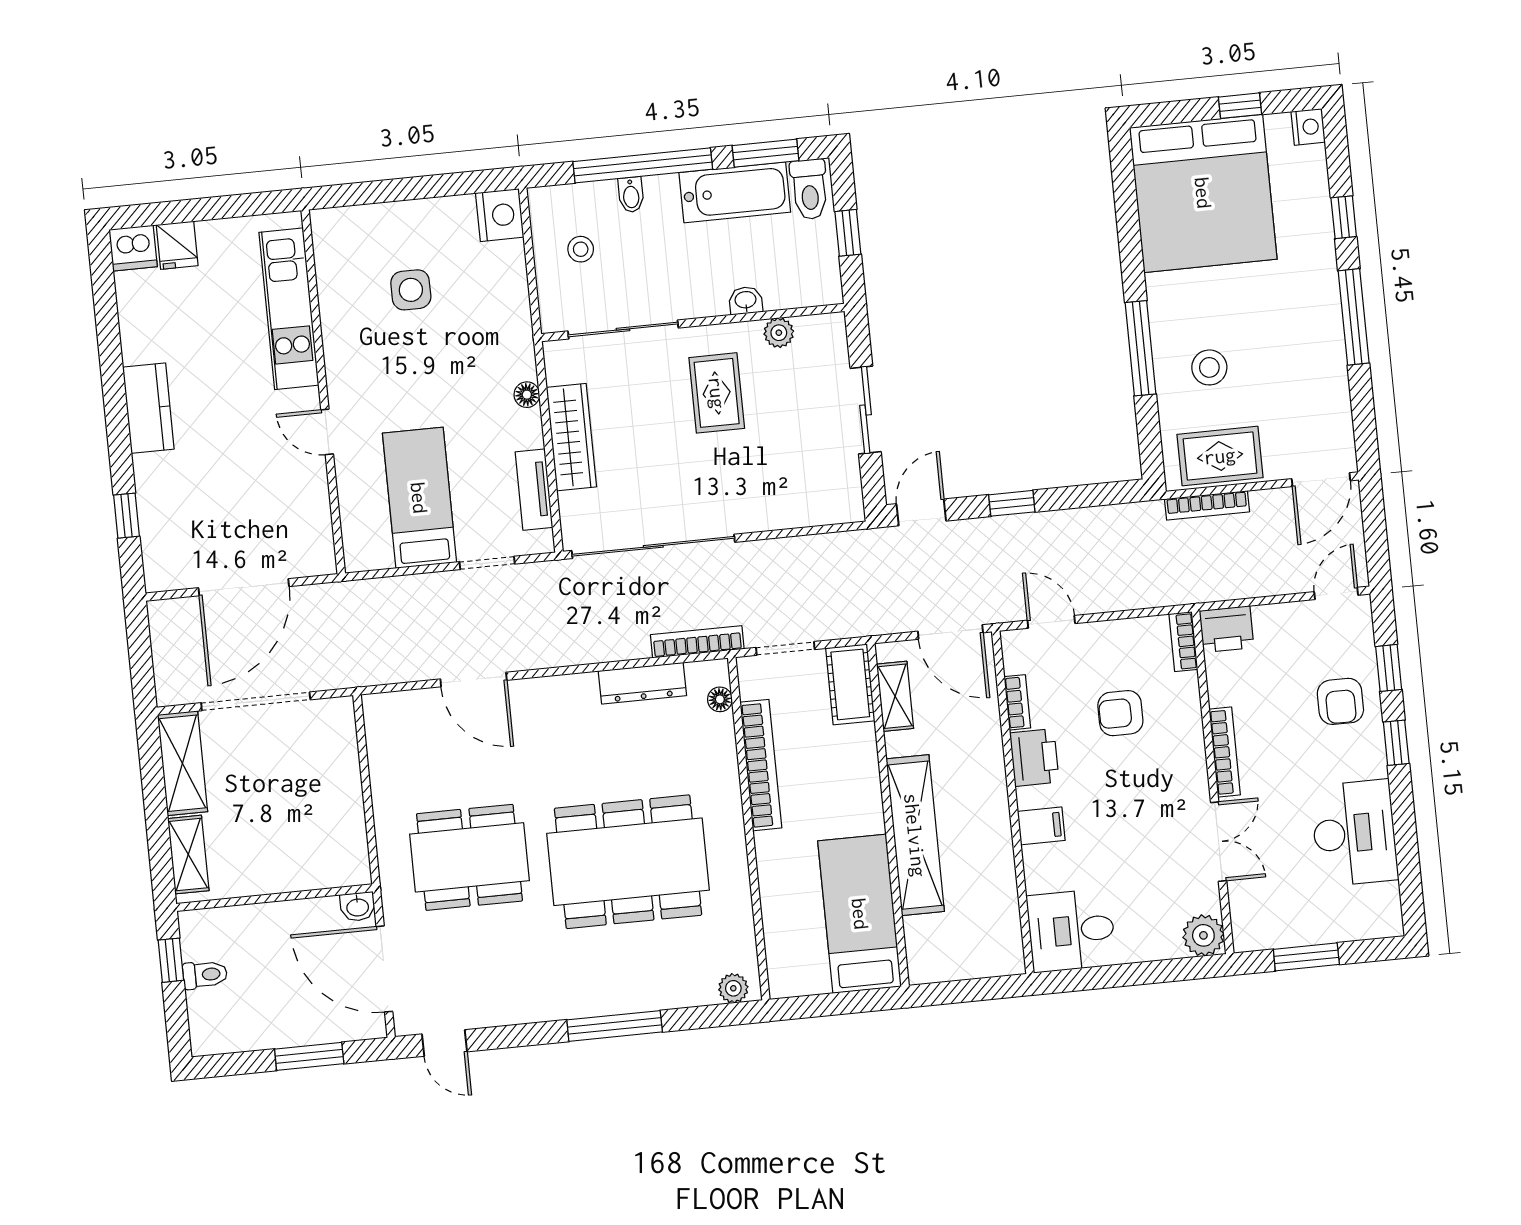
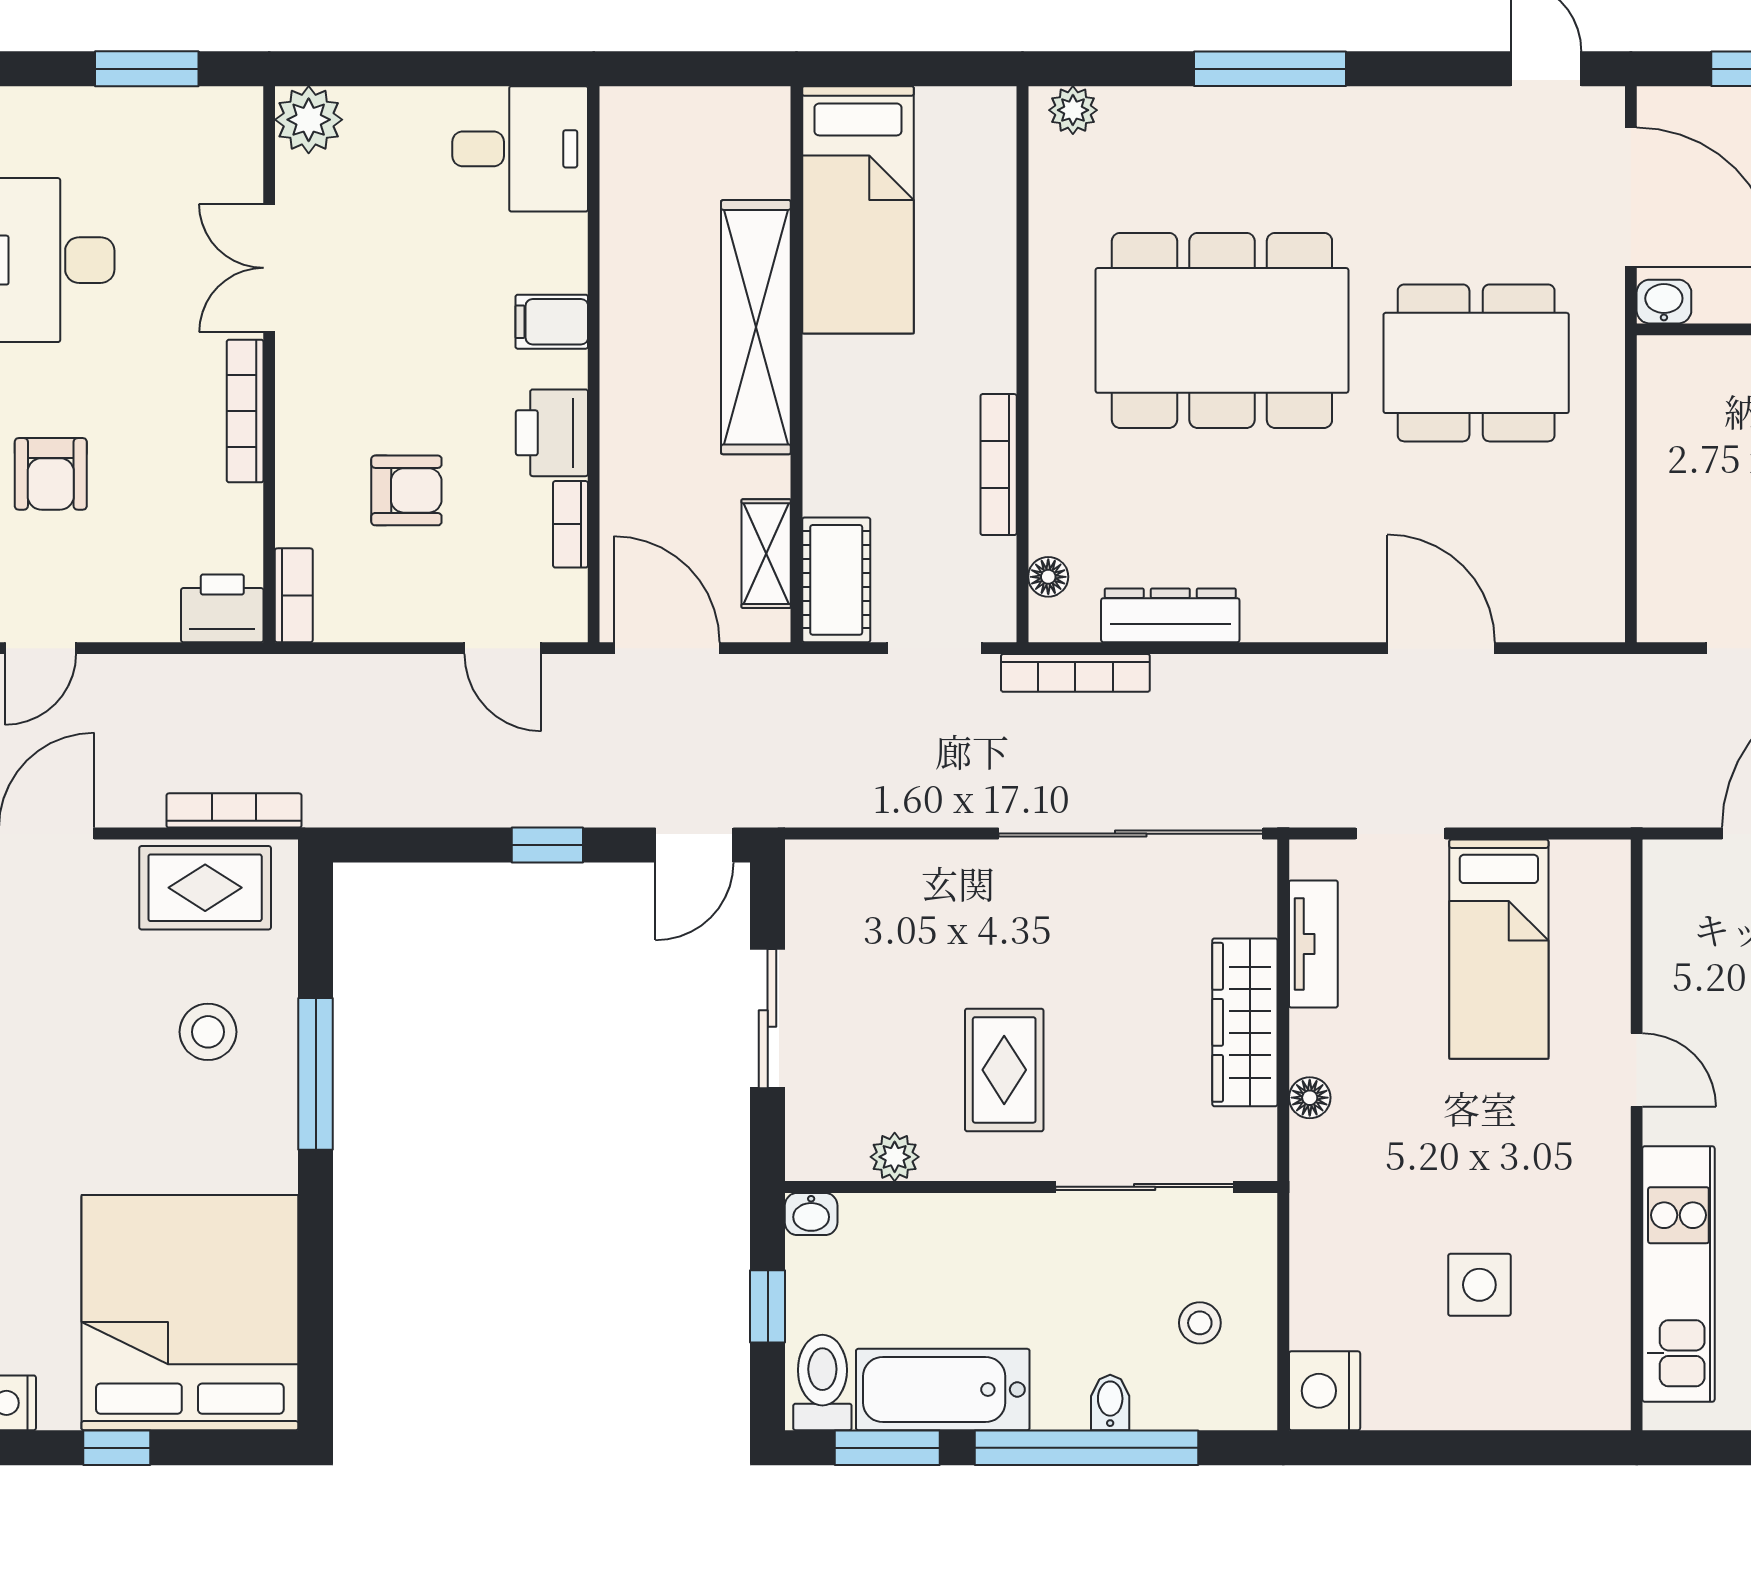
washbasin: (746, 300) -> (811, 1214), moved
armchair: (1340, 701) -> (51, 474), turned 180
bookcase: (761, 765) -> (999, 465), width x0.68, depth x0.76

